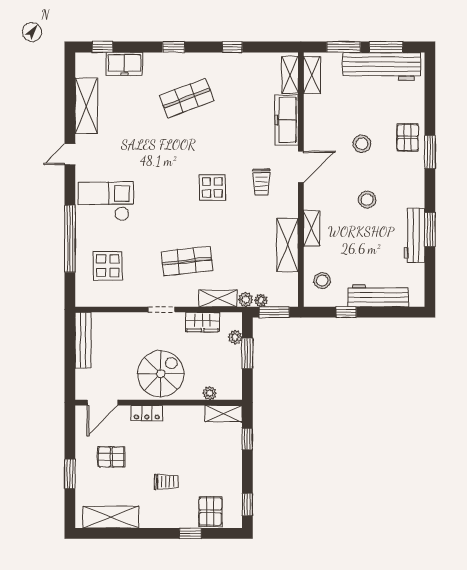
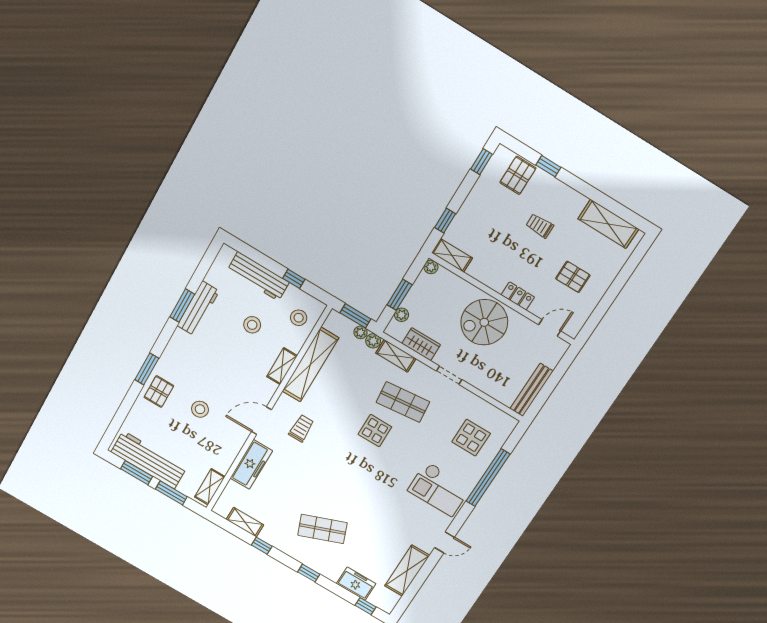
shelving: (290, 75) -> (245, 522), moved, turned 90
display table: (212, 187) -> (375, 431), moved
stool: (367, 200) -> (252, 325), moved
shelving: (288, 245) -> (310, 365), width x1.47
plant: (210, 393) -> (431, 267), moved
door: (102, 403) -> (550, 328), width x0.73
window: (70, 474) -> (618, 284), removed

